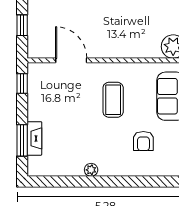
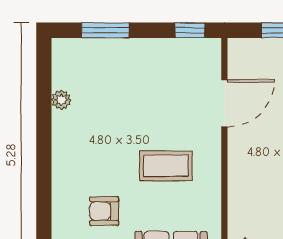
fireplace: (34, 138) -> (108, 48), removed
plant: (91, 170) -> (61, 100), moved

